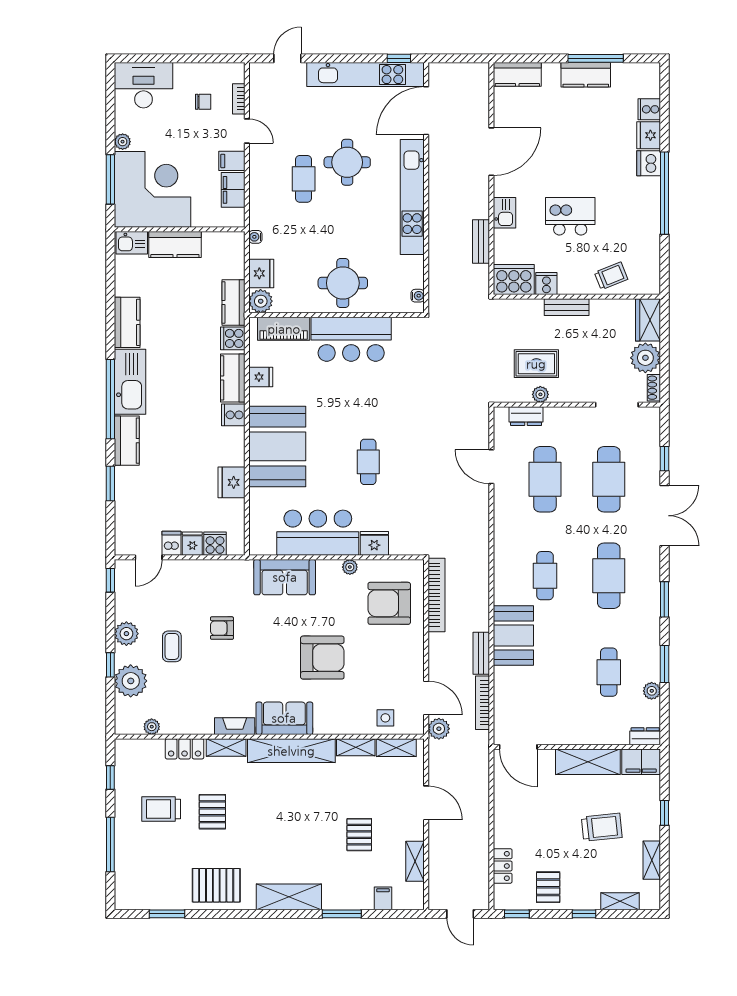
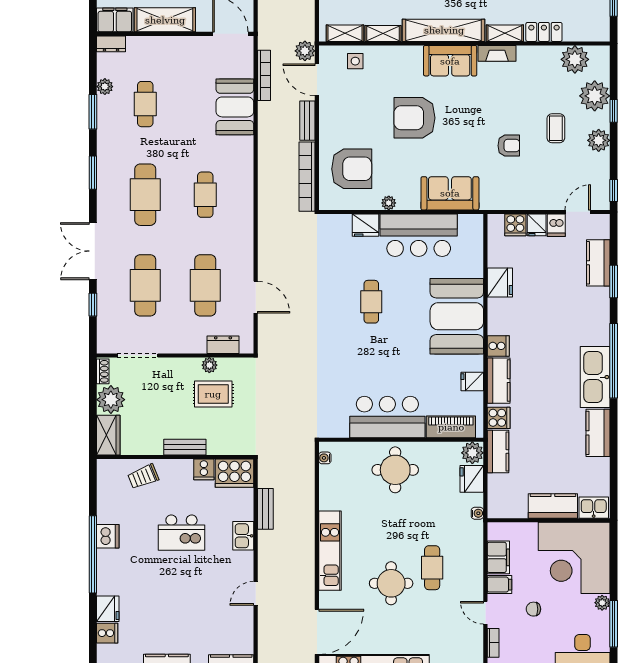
chair: (203, 102) -> (533, 609), moved
door: (491, 152) -> (256, 593), width x0.53
dishwasher: (649, 163) -> (108, 536), moved
window: (110, 179) -> (614, 624), moved
kitchen unit: (412, 197) -> (330, 551), width x0.73
kitchen counter: (127, 441) -> (598, 263), moved
booth: (513, 636) -> (235, 107), moved
bench: (481, 653) -> (307, 121), moved
plant: (152, 727) -> (575, 59), width x1.88, depth x1.88

